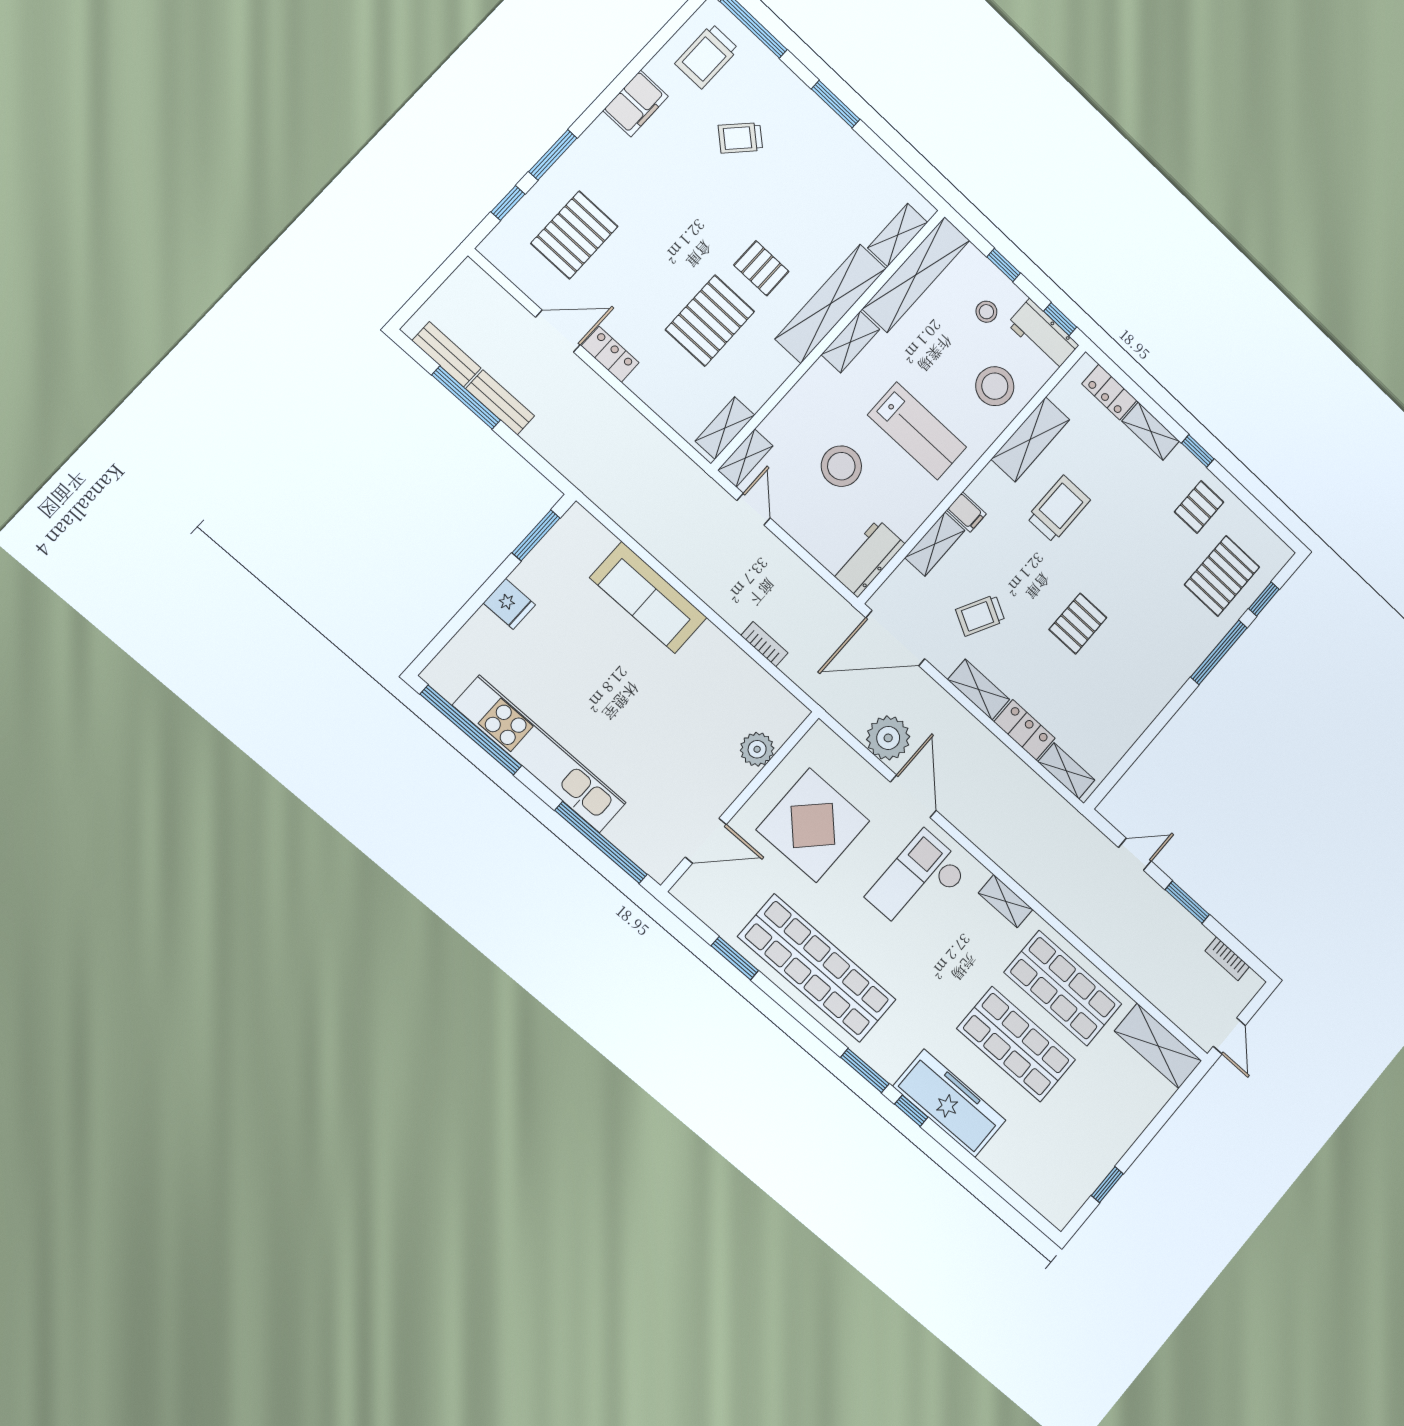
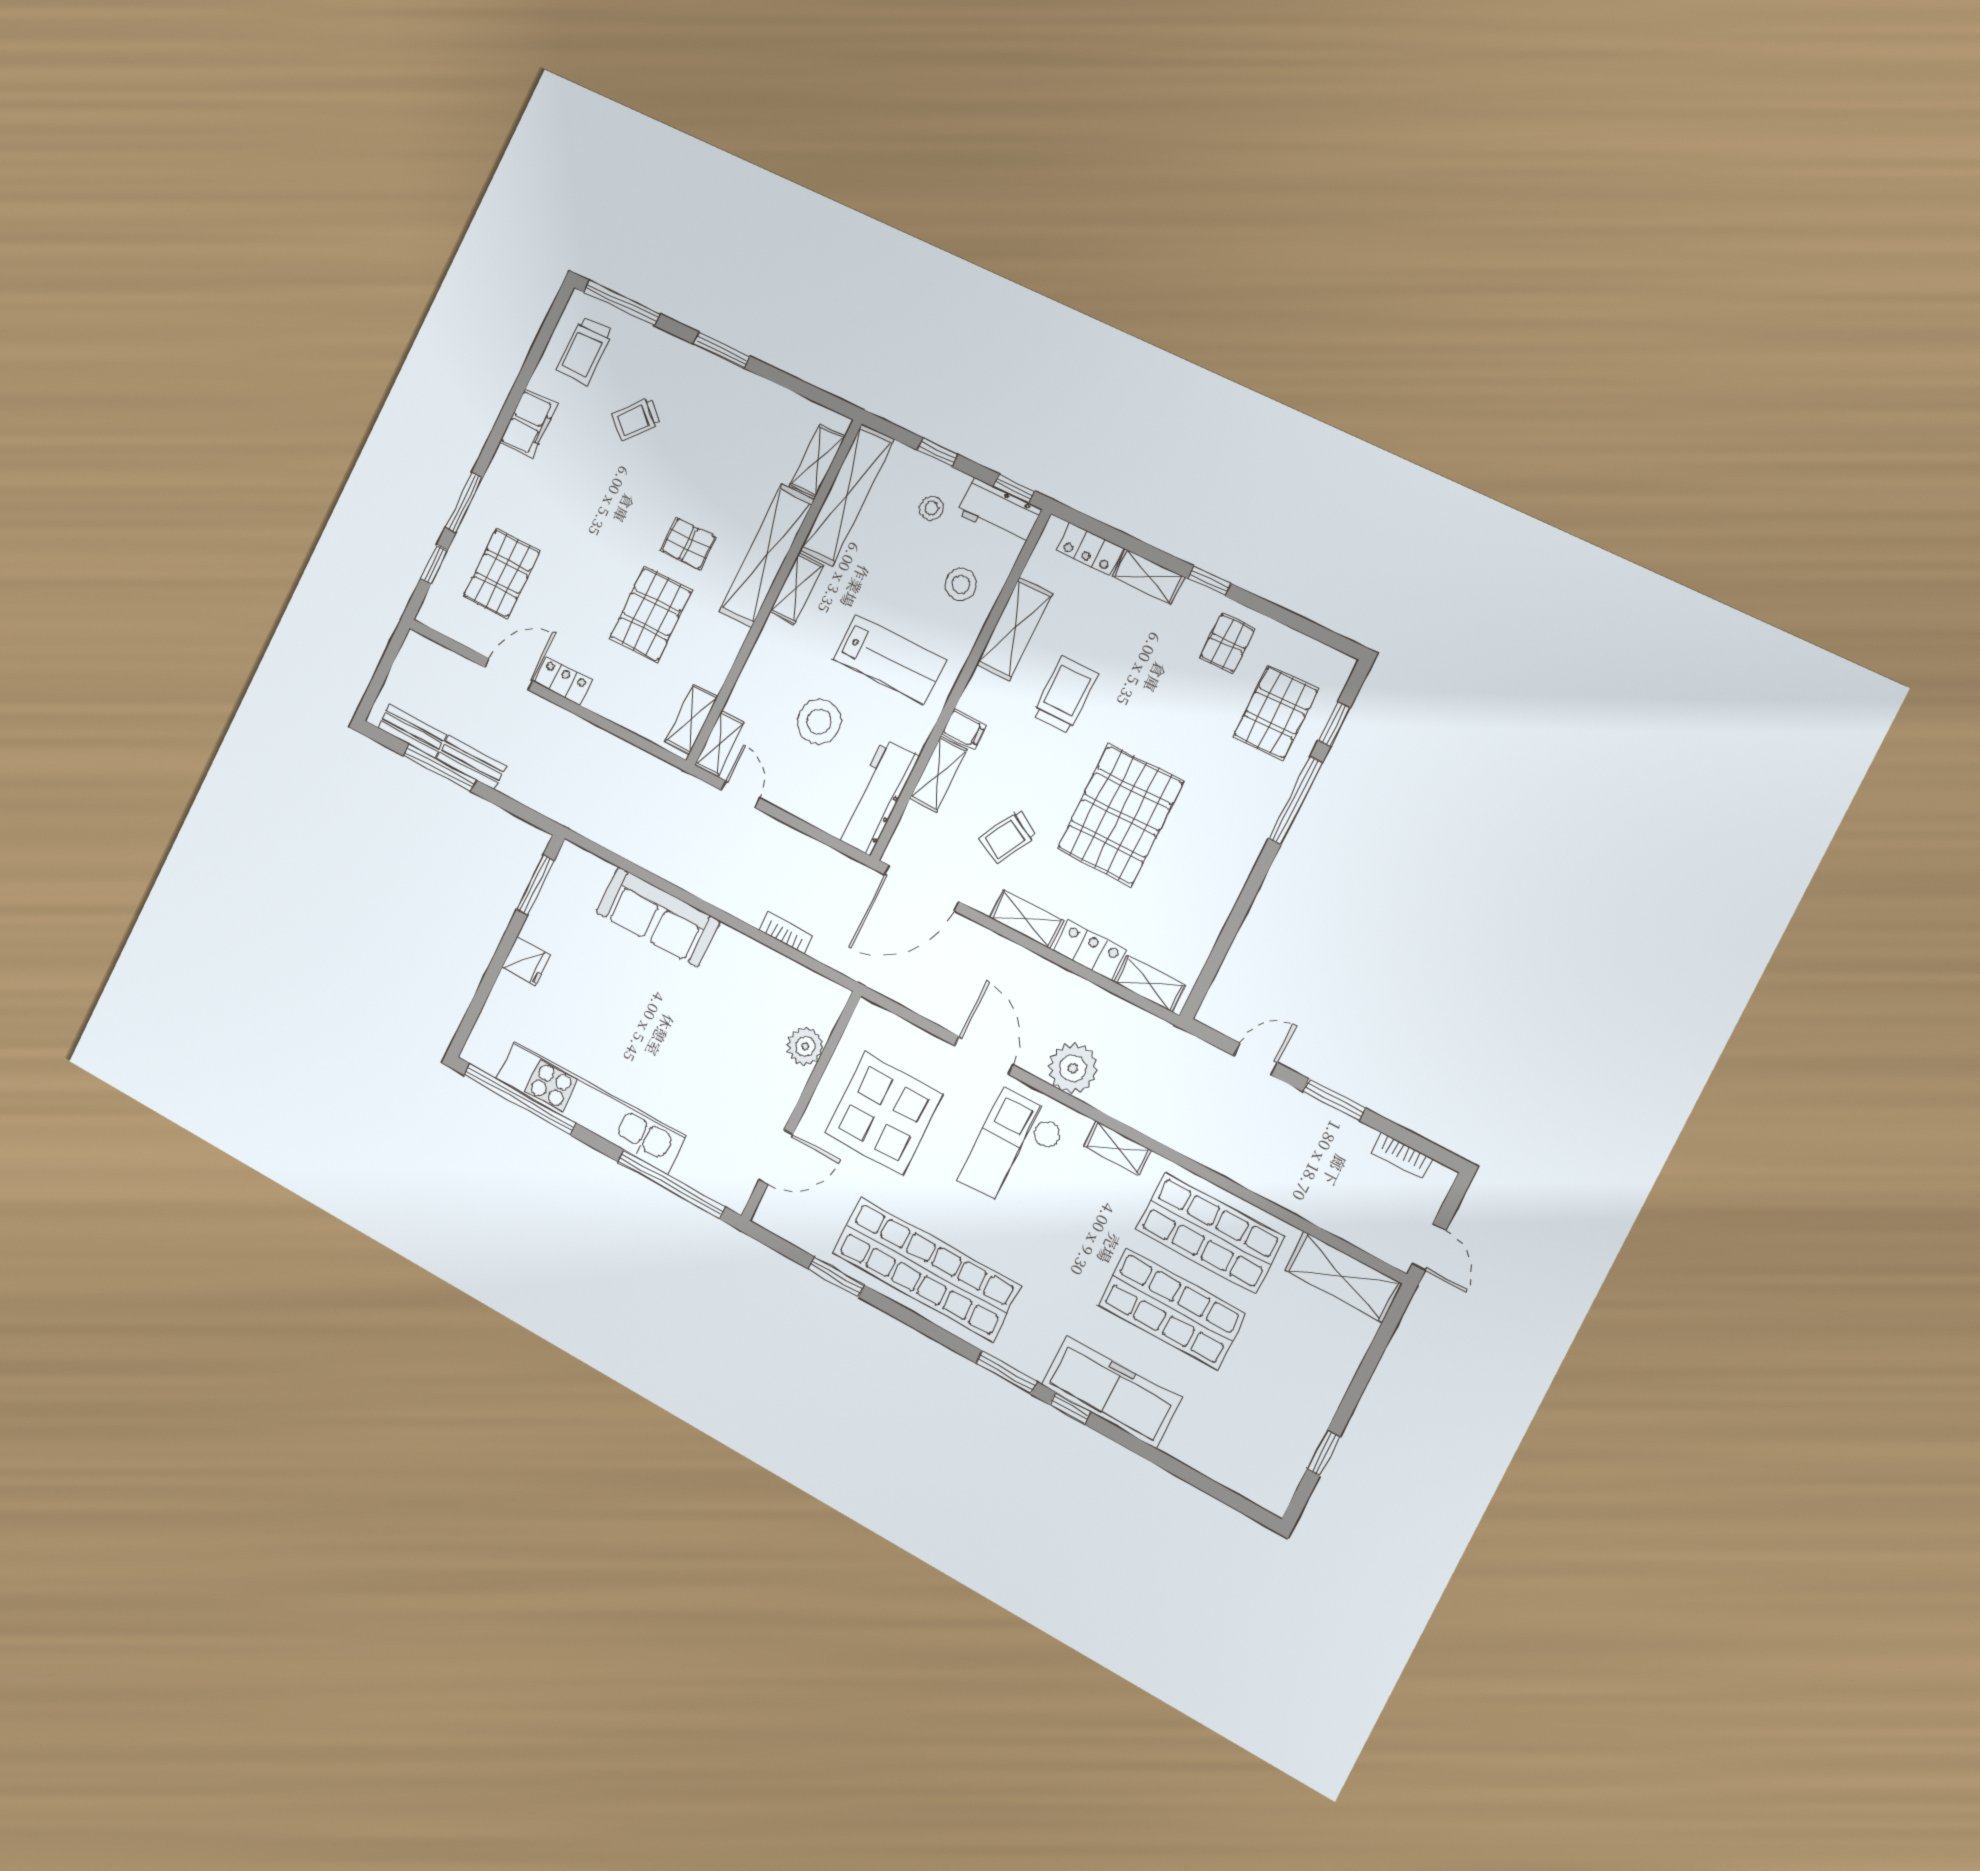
stool: (995, 386) -> (961, 584), width x0.73, depth x0.73
workbench: (868, 558) -> (877, 797), width x1.38
pallet: (1078, 624) -> (1120, 815), width x2.05, depth x2.00
plant: (888, 738) -> (1073, 1068), moved

